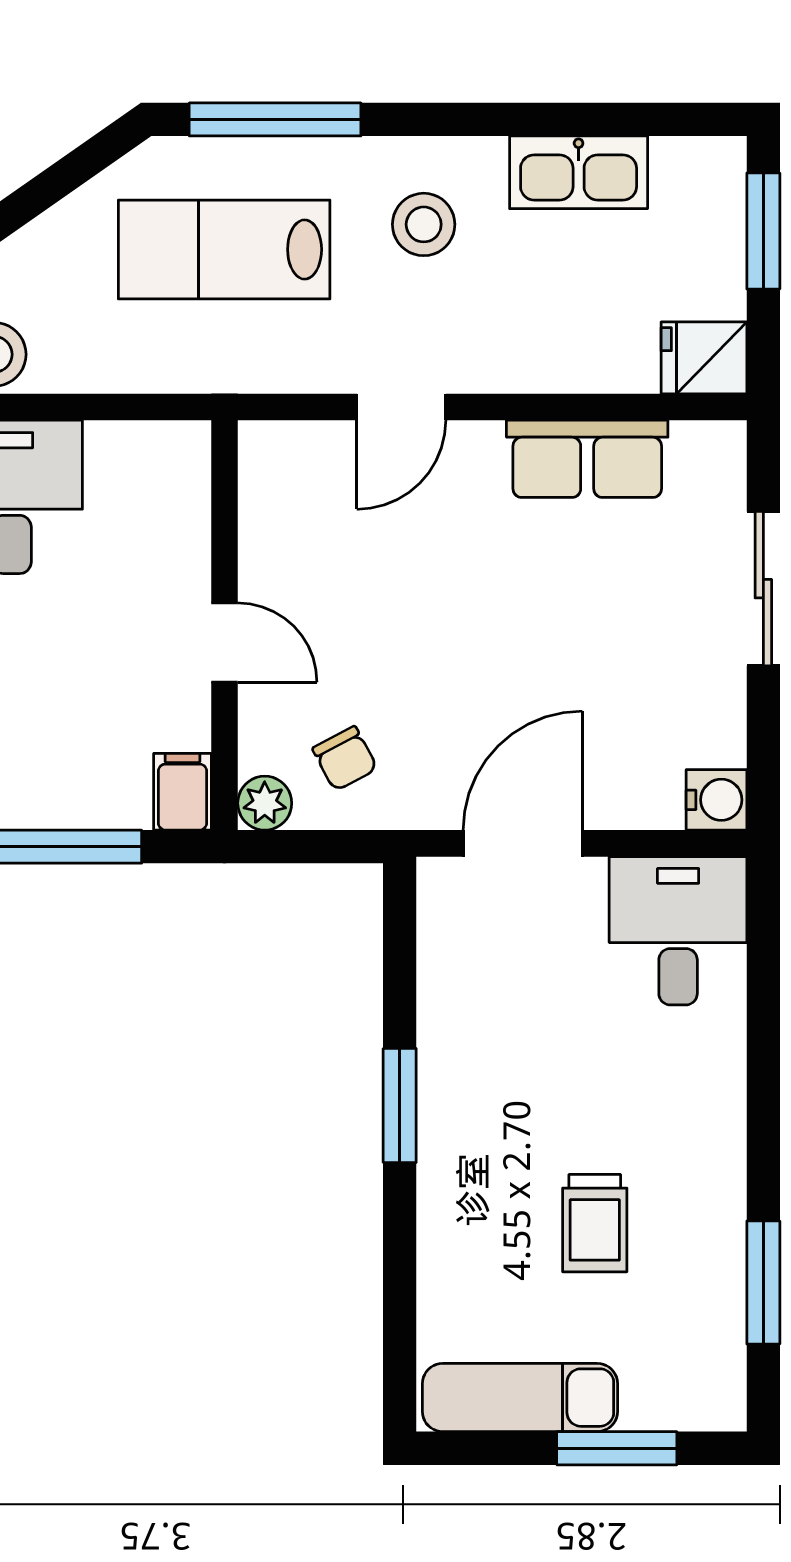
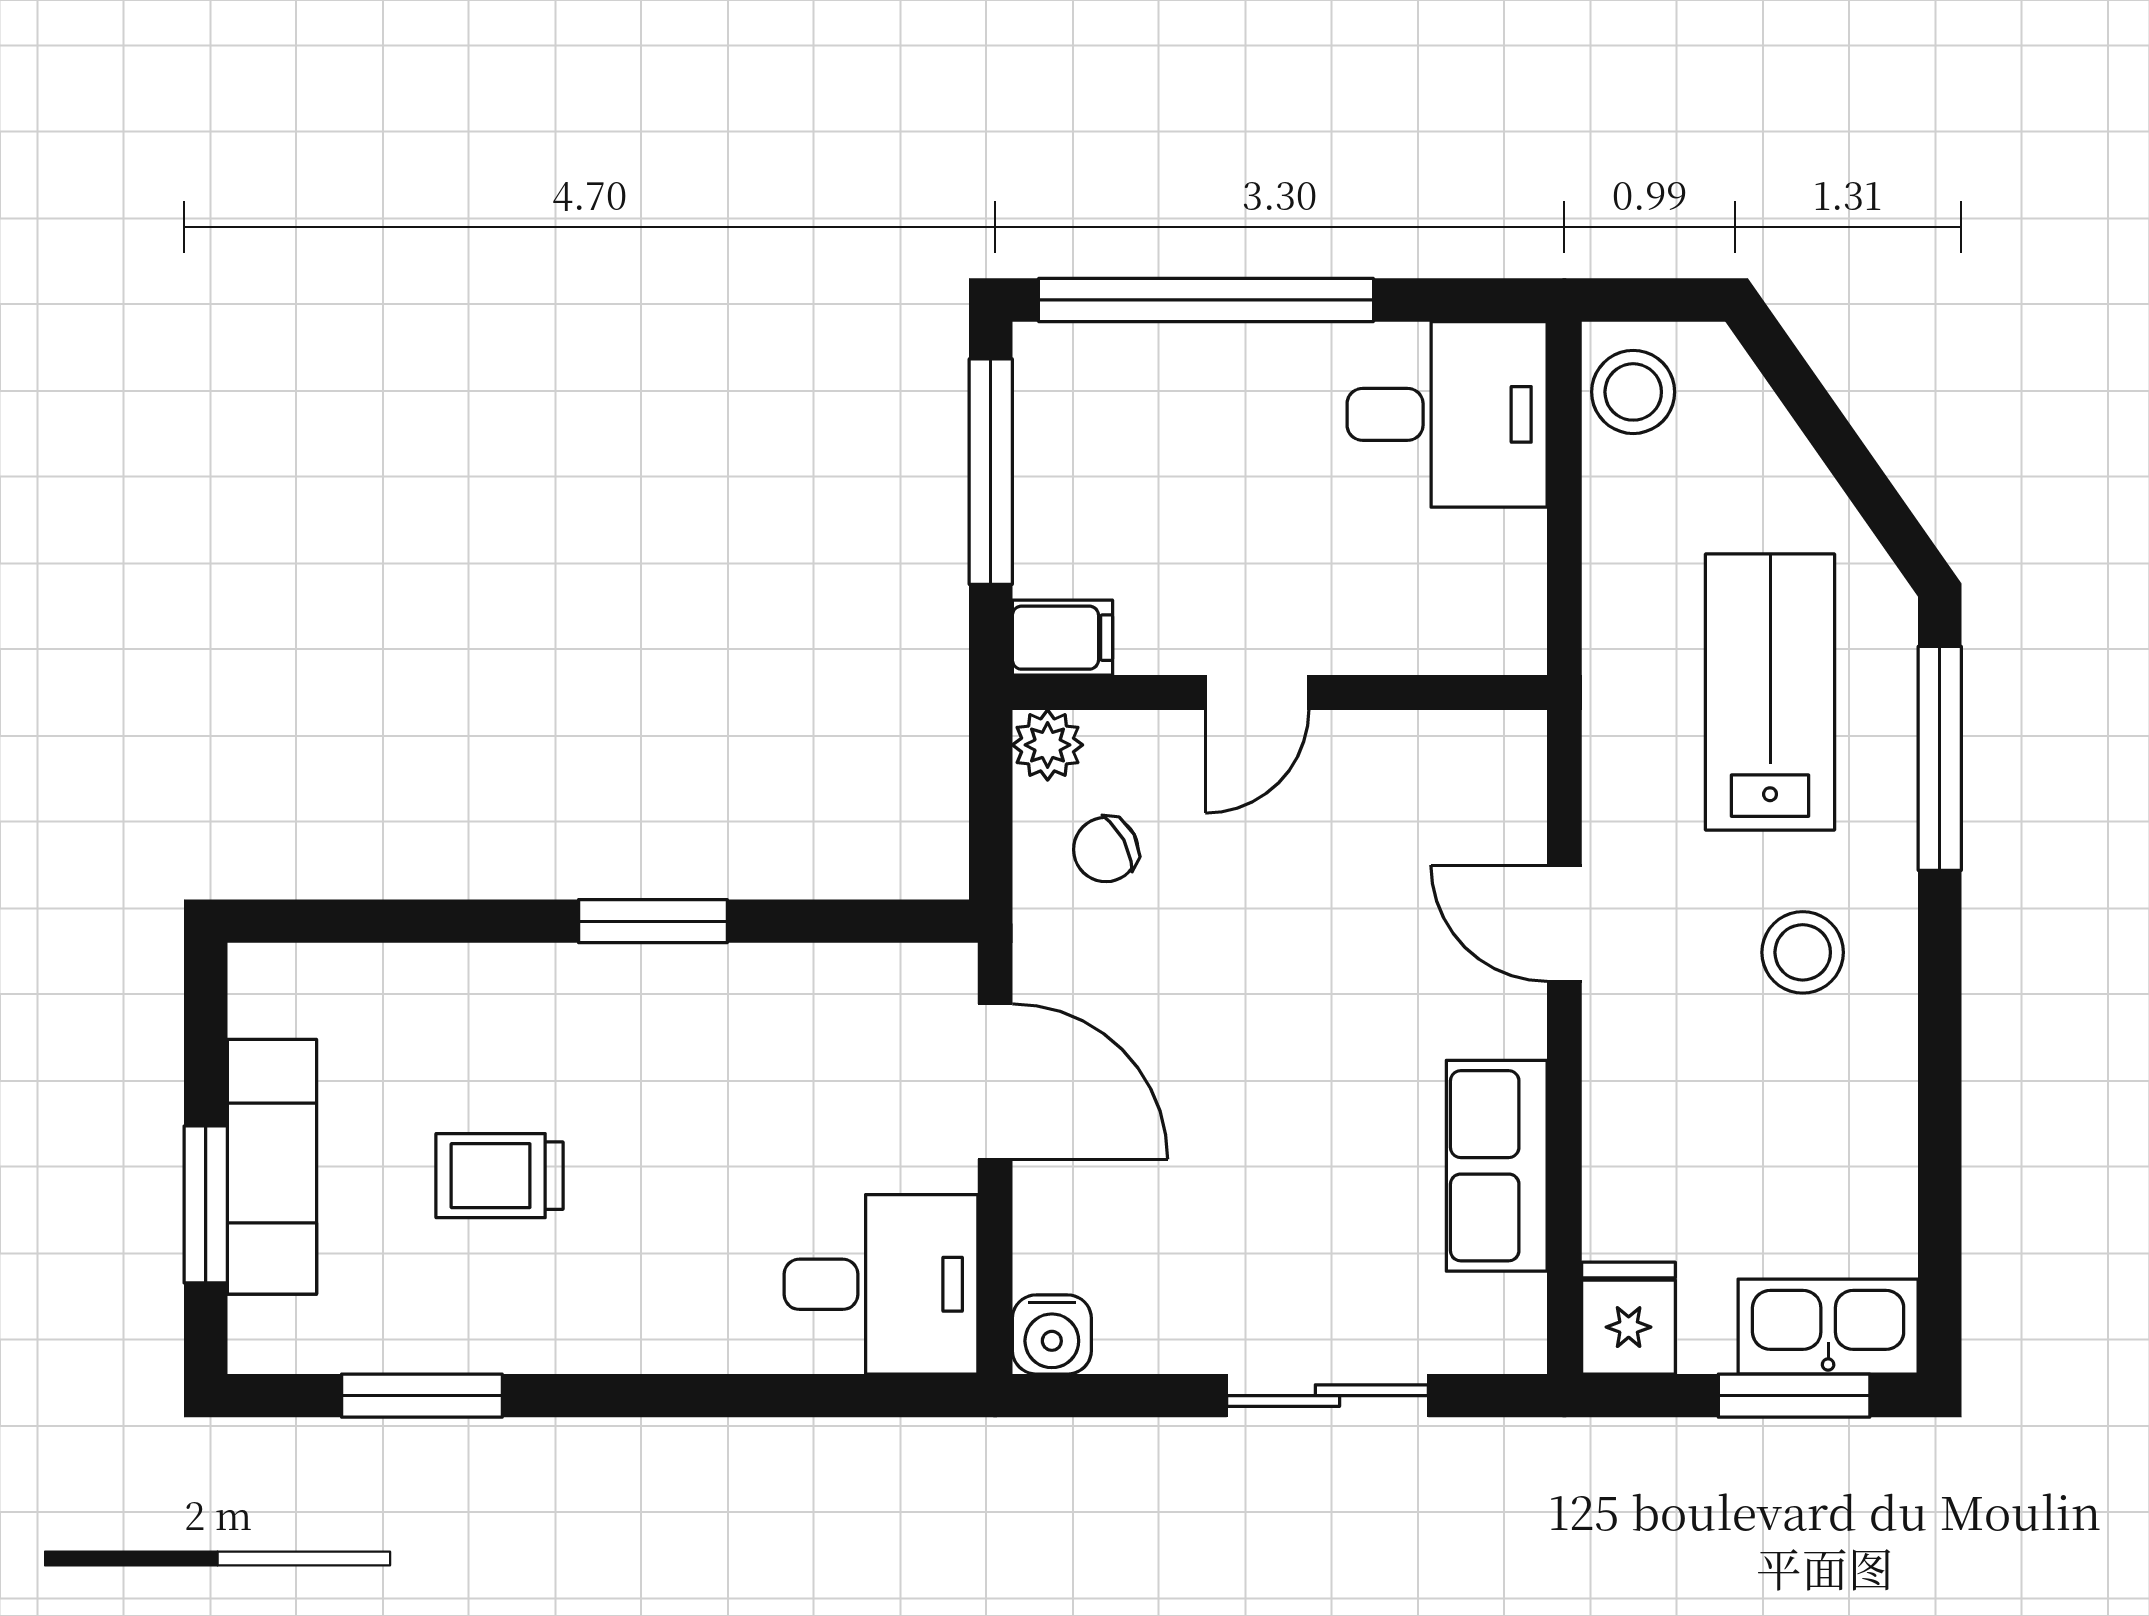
kitchen sink: (579, 172) -> (1828, 1327), moved, turned 90
exam couch: (520, 1398) -> (272, 1167), moved

